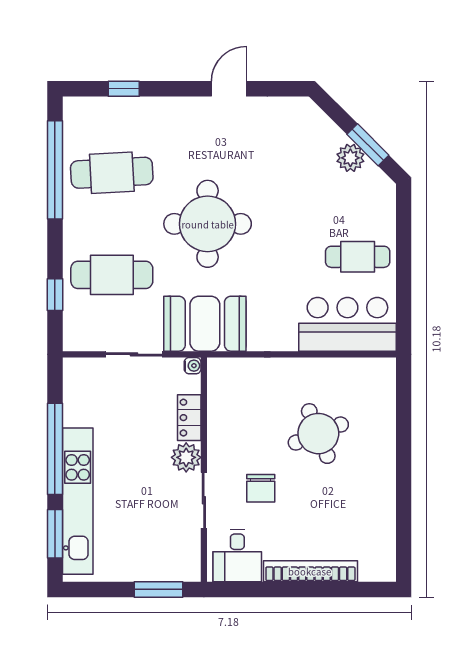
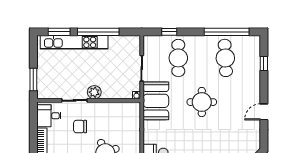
door: (229, 89) -> (264, 112), swing flipped
round table: (208, 224) -> (202, 102), width x0.73, depth x0.73
locker: (189, 418) -> (113, 94), removed

